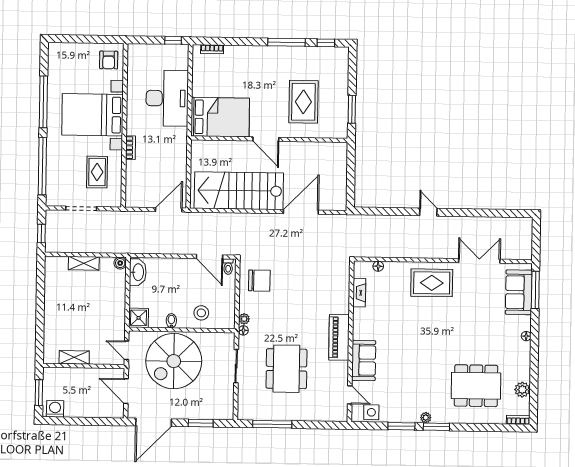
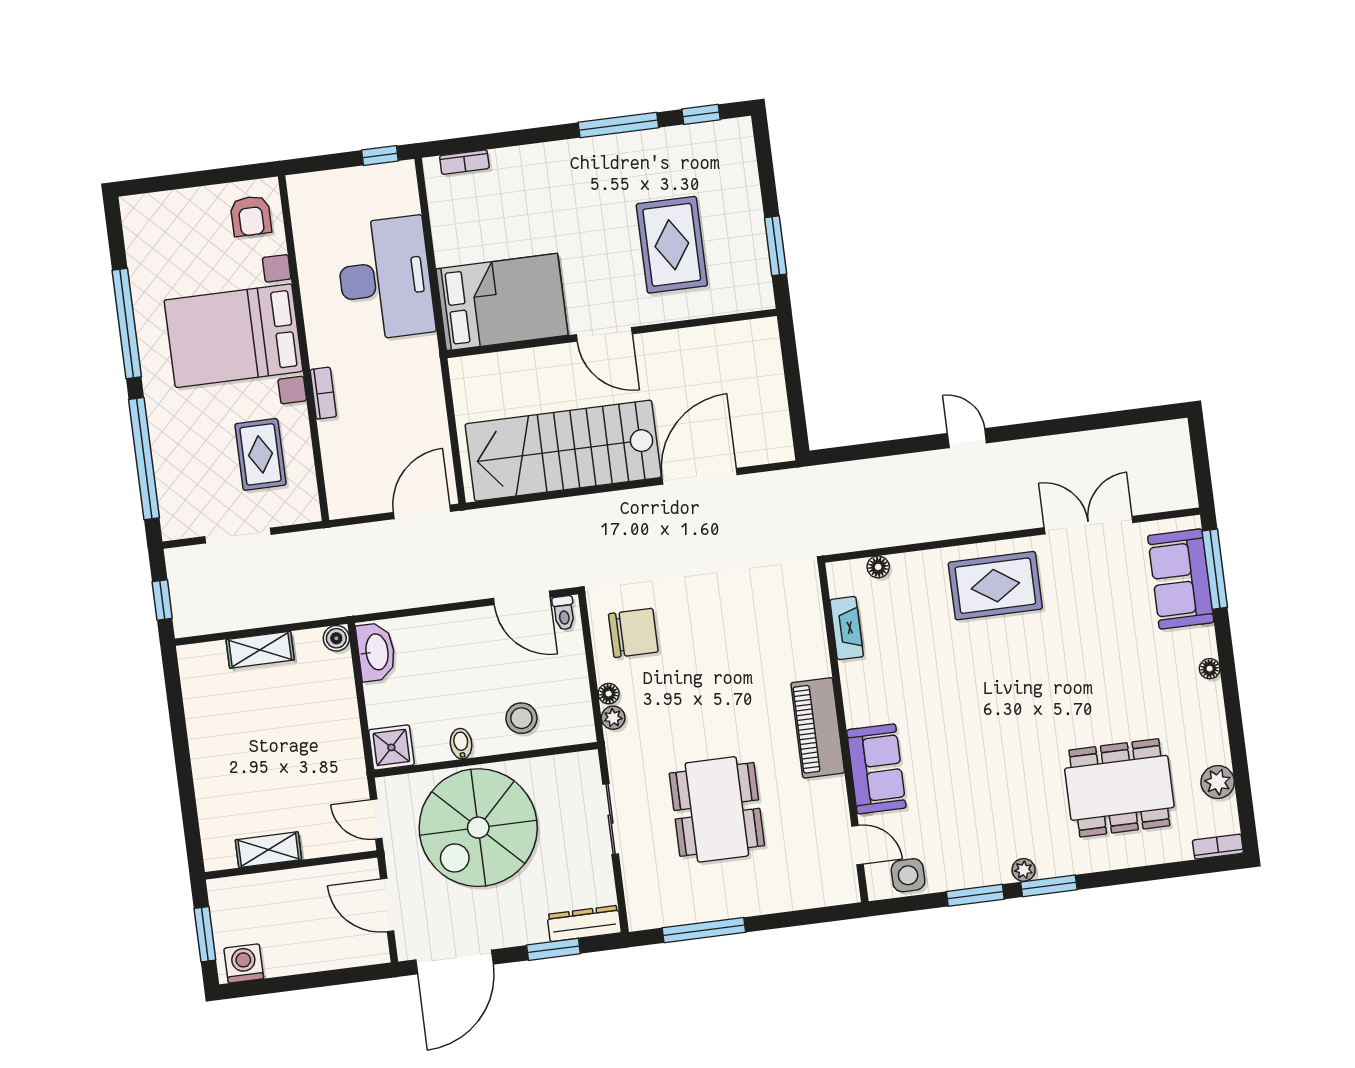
floor lamp: (243, 330) -> (609, 694), moved
dresser: (217, 413) -> (584, 924), added

